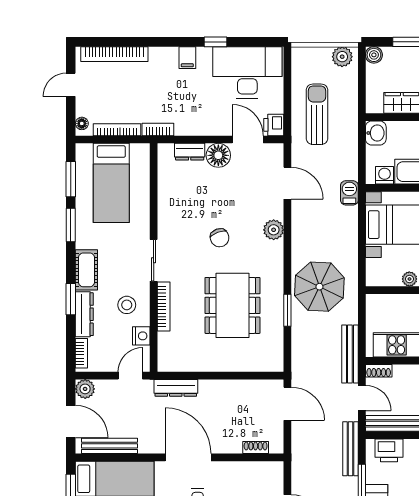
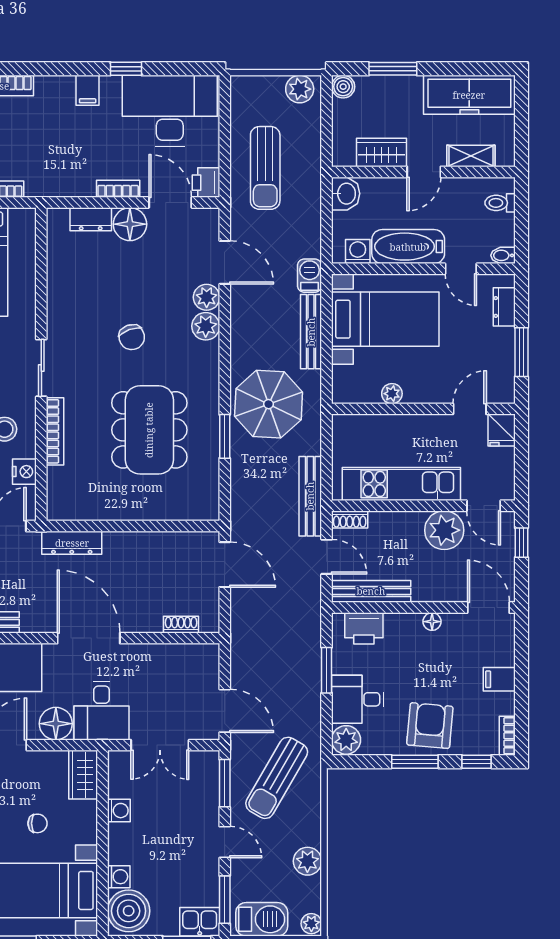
sun lounger: (317, 114) -> (265, 168), turned 180
bookcase: (158, 129) -> (118, 189), moved
plant: (274, 209) -> (207, 297), added
bench: (350, 449) -> (311, 332), moved

